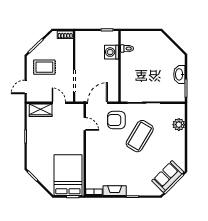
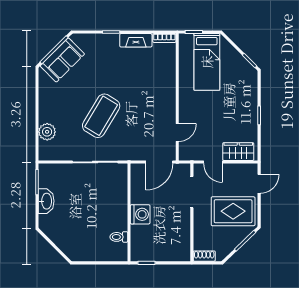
washing machine: (112, 52) -> (140, 214), moved
rug: (44, 67) -> (233, 211), width x1.36, depth x1.43
armchair: (116, 120) -> (133, 138), removed
door: (85, 124) -> (177, 133), swing flipped
bed: (68, 175) -> (207, 62), width x0.67

